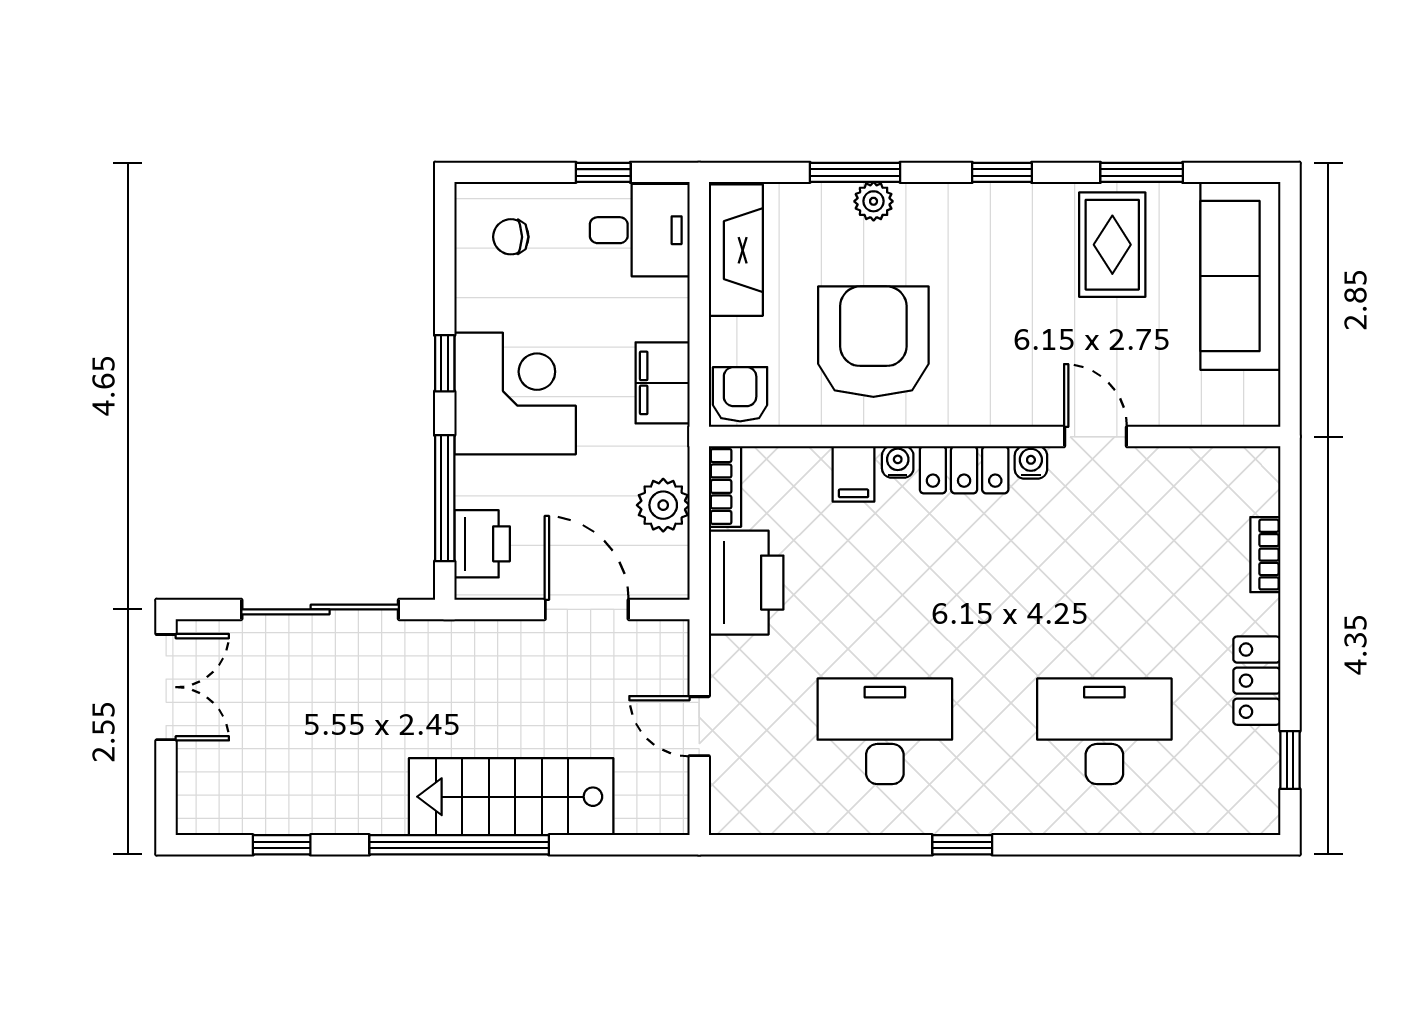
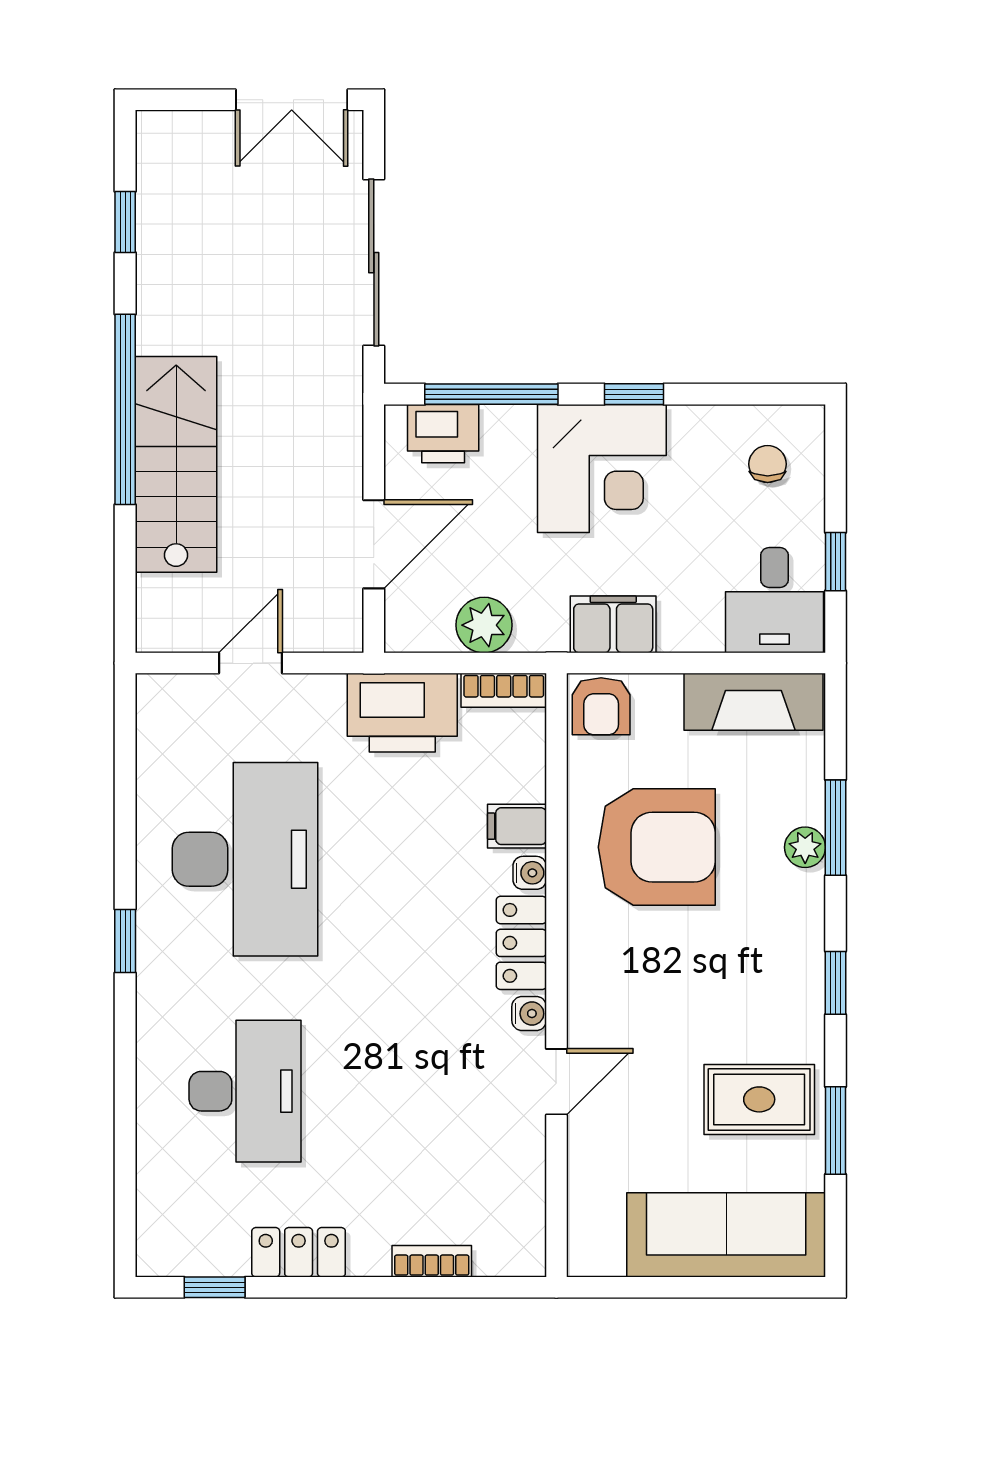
armchair: (740, 394) -> (601, 706), turned 90
desk: (885, 731) -> (245, 859), width x1.36, depth x1.30

